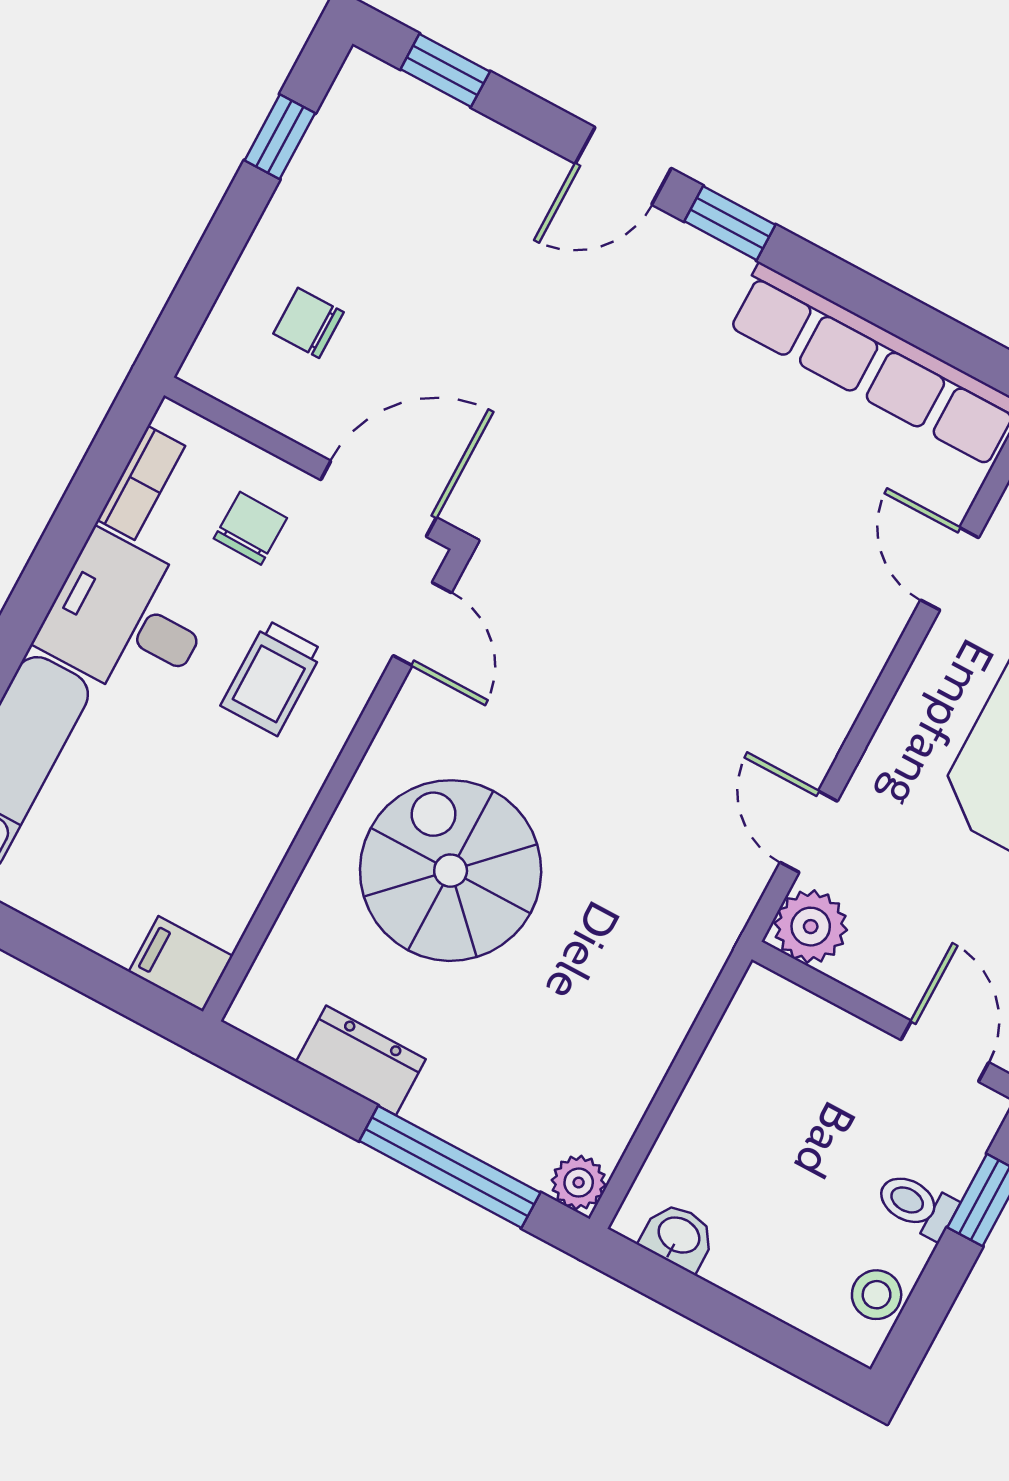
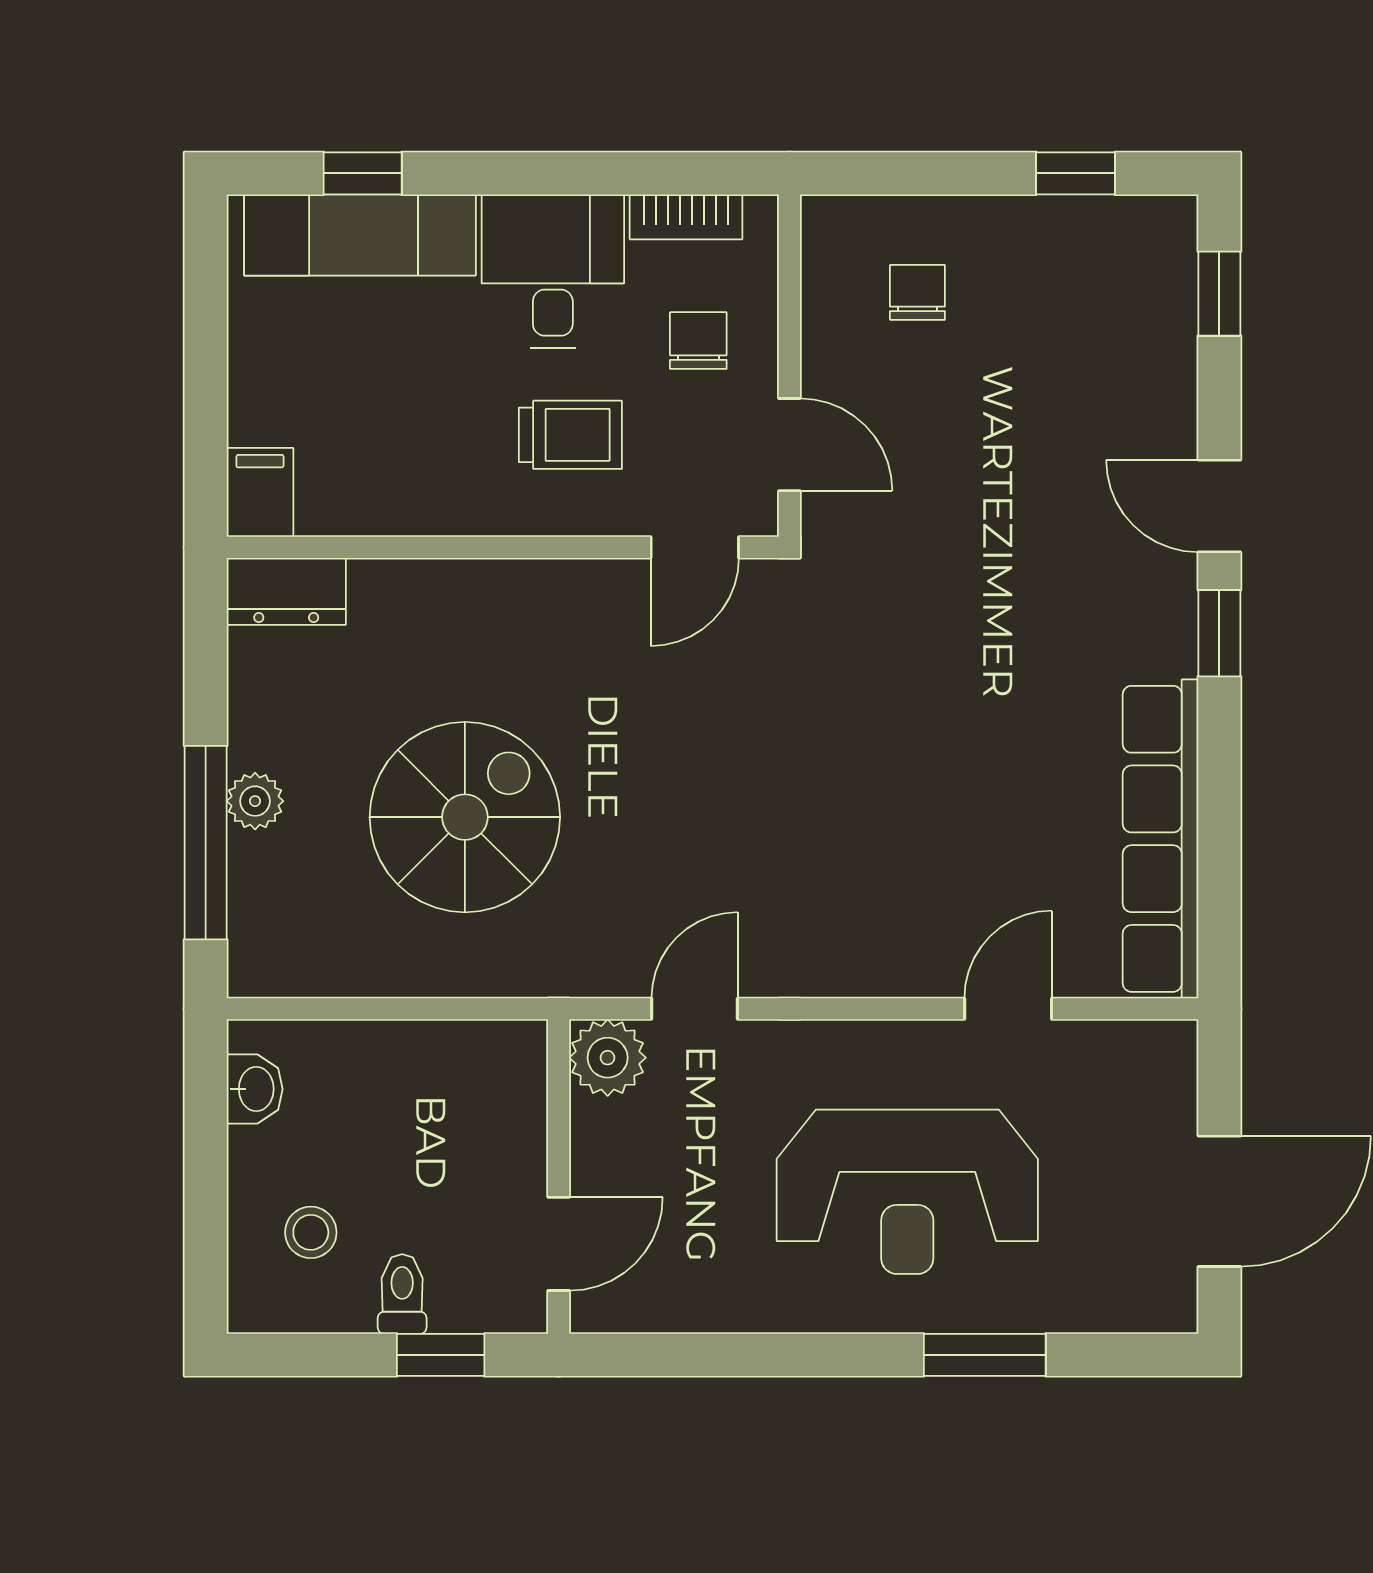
door: (379, 499) -> (789, 445), width x0.73
chair: (250, 528) -> (698, 341), turned -91
trolley: (272, 678) -> (570, 435), turned 180
spiral stairs: (451, 871) -> (465, 817), moved
dresser: (361, 1060) -> (286, 591), moved, turned 90
plant: (579, 1183) -> (255, 801), moved
stool: (877, 1295) -> (311, 1232), moved

